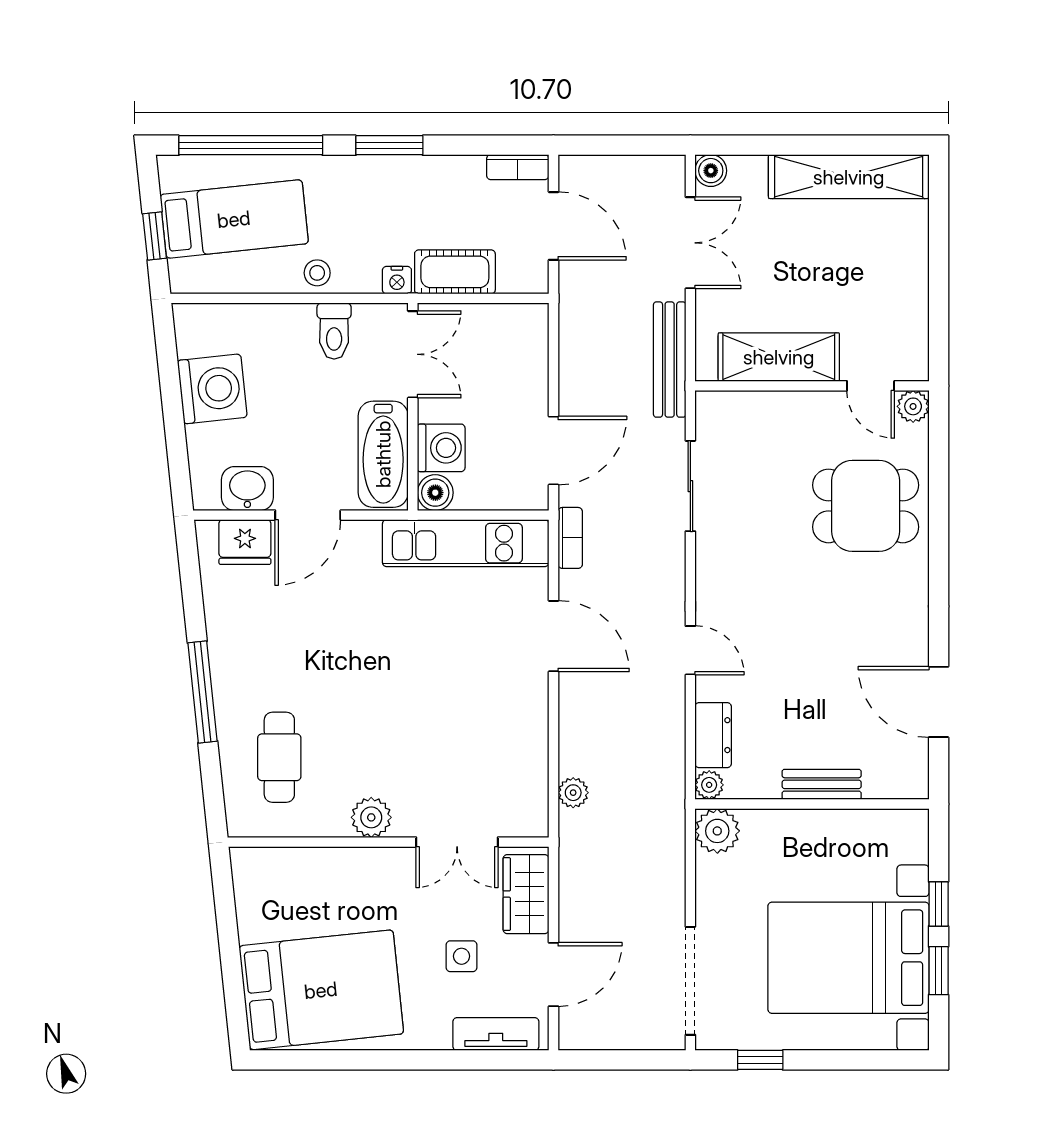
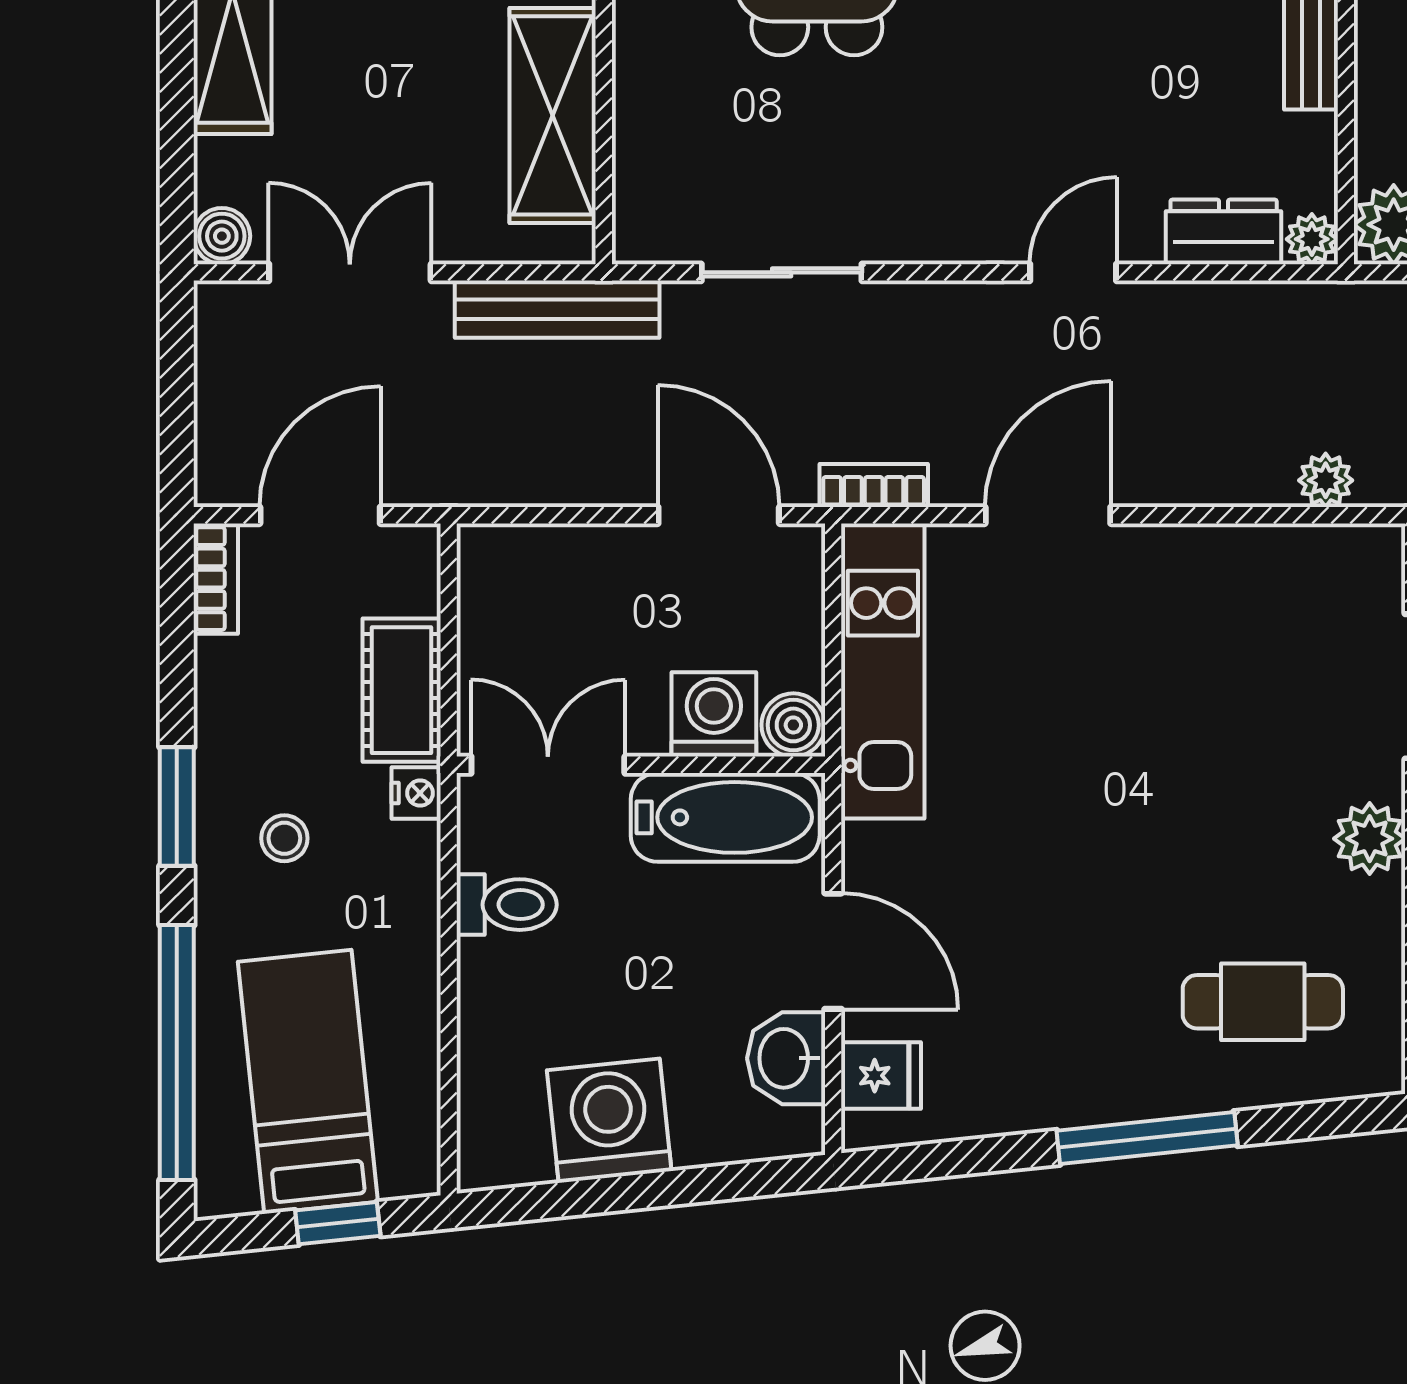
stool: (317, 273) -> (284, 838), moved
fridge: (245, 542) -> (881, 1076), width x0.72

